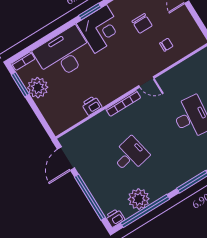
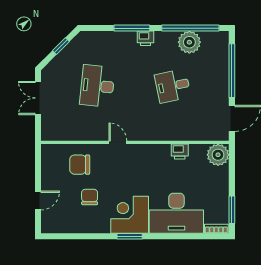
chair: (166, 45) -> (80, 165), width x1.87, depth x1.87
plant: (38, 88) -> (218, 155), moved
bookcase: (123, 103) -> (150, 136), removed
printer: (115, 218) -> (145, 38), moved

